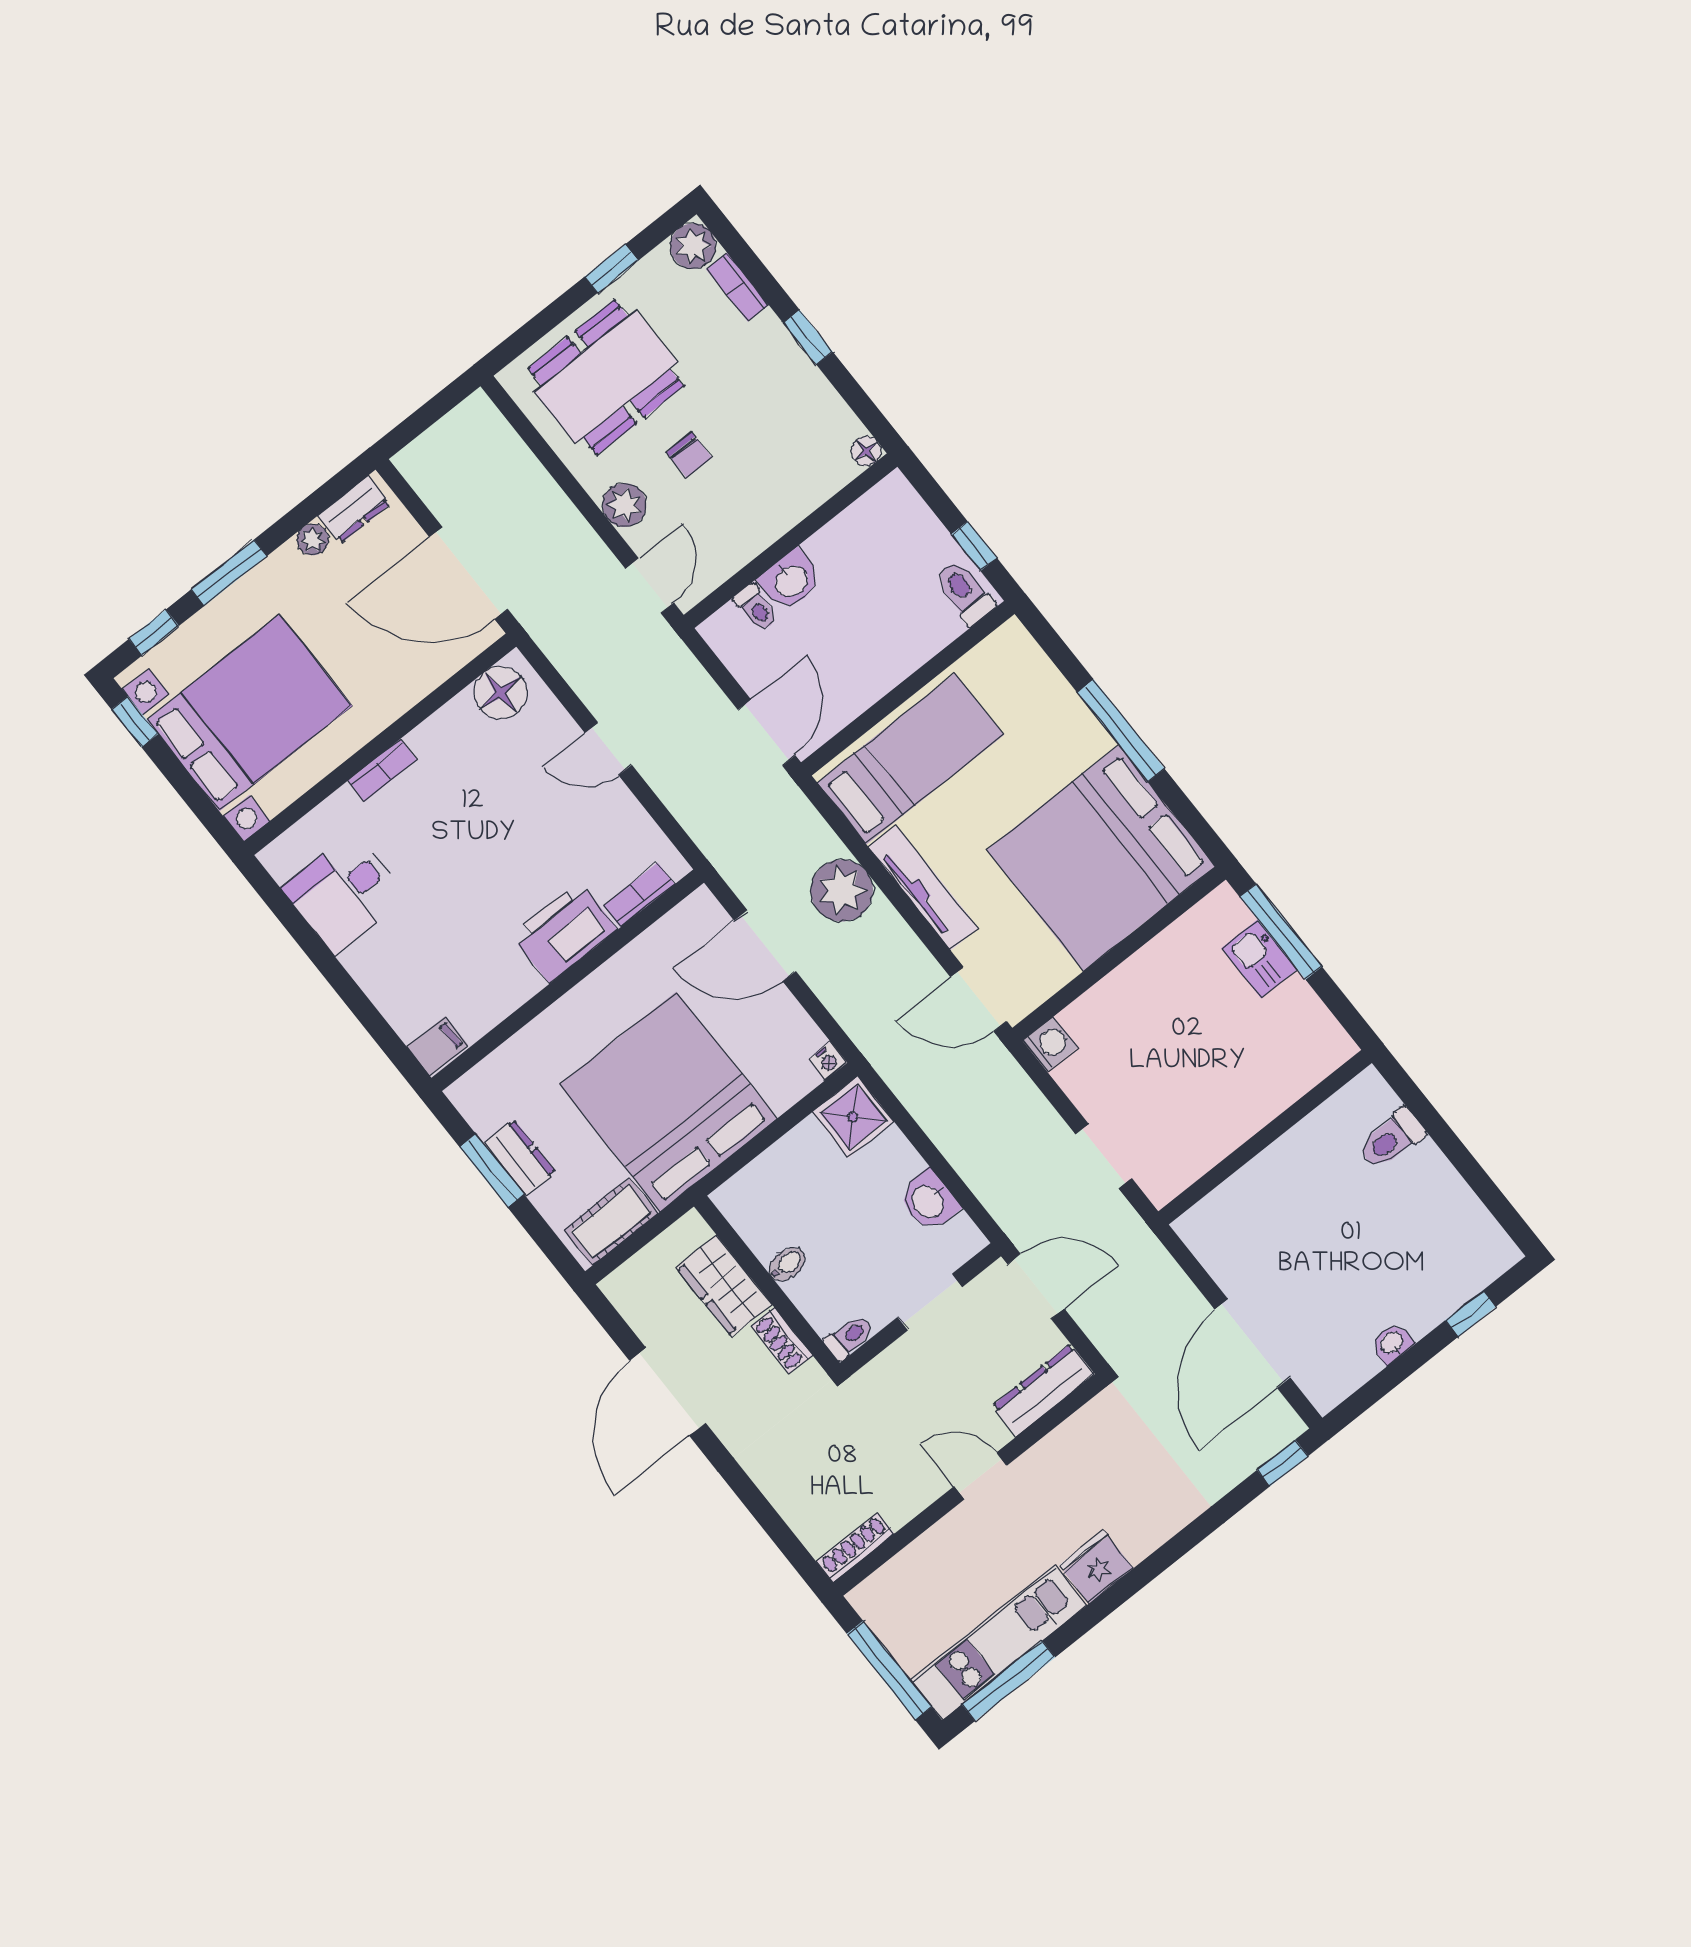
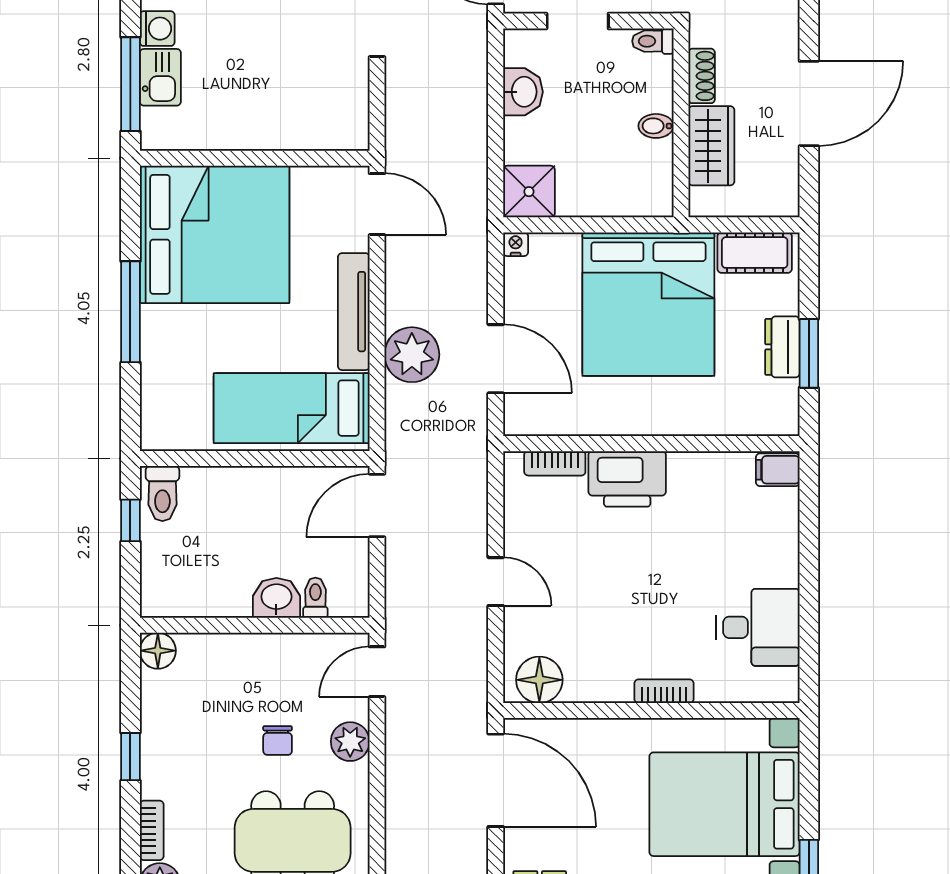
floor lamp: (866, 451) -> (158, 651), width x1.37, depth x1.37
chair: (689, 455) -> (278, 740), turned 180
washing machine: (1050, 1044) -> (157, 29), moved, turned 180

